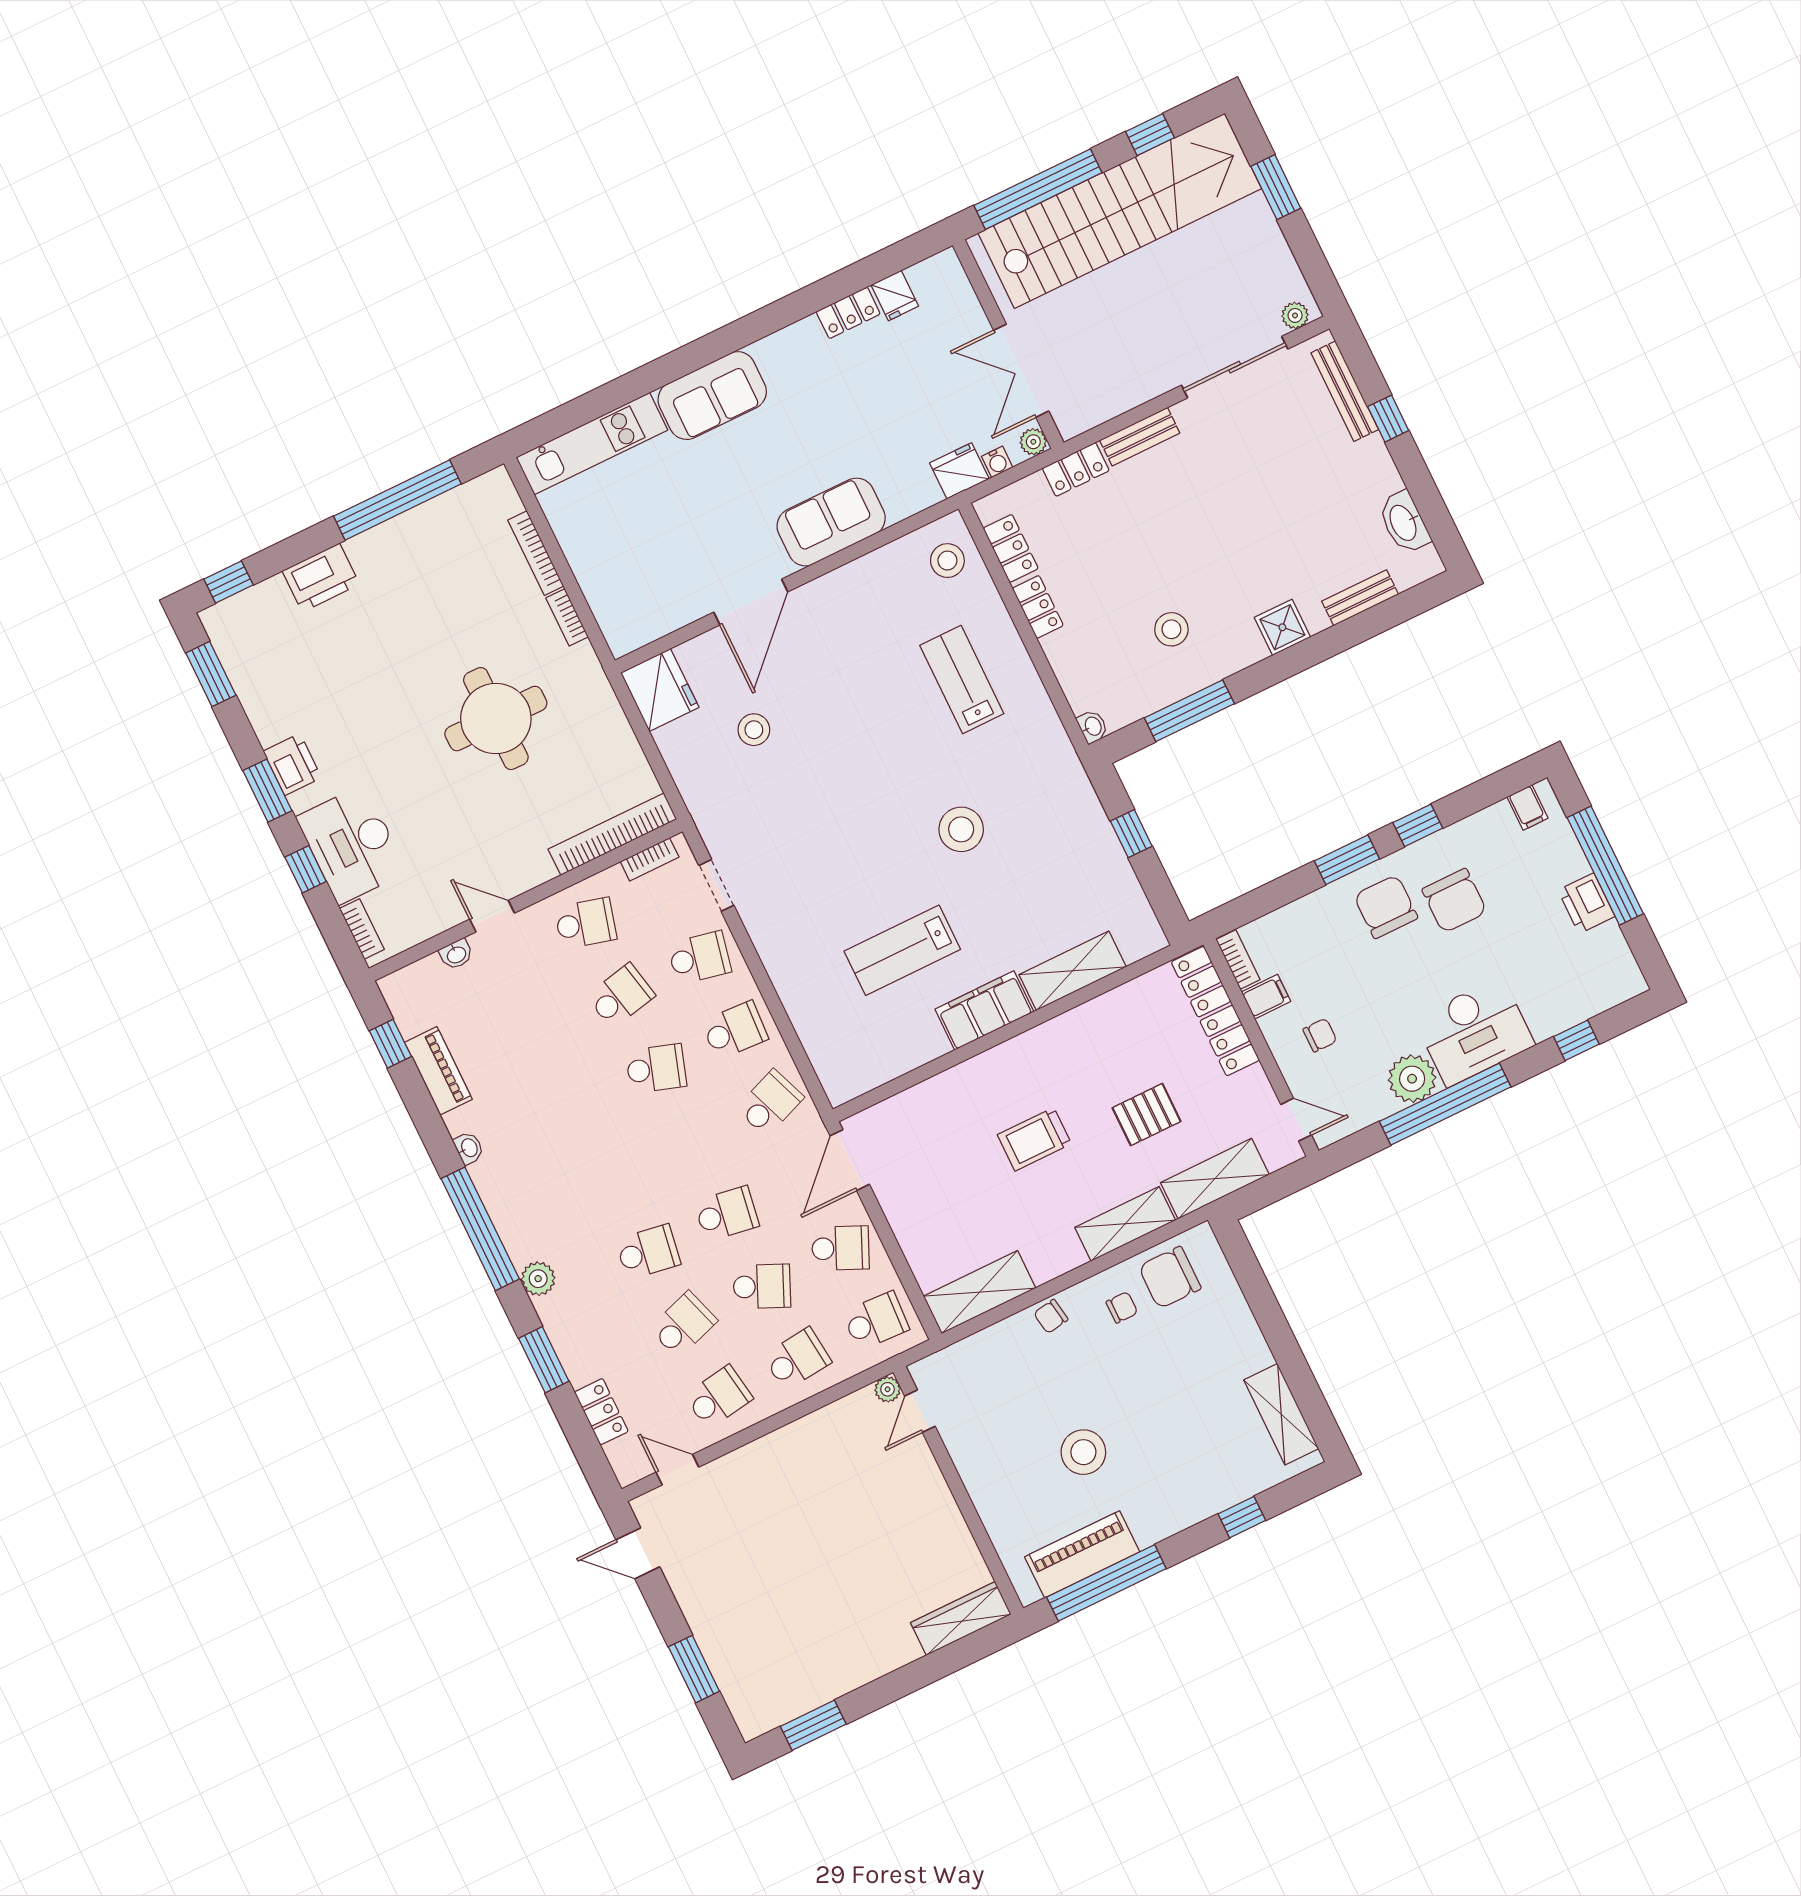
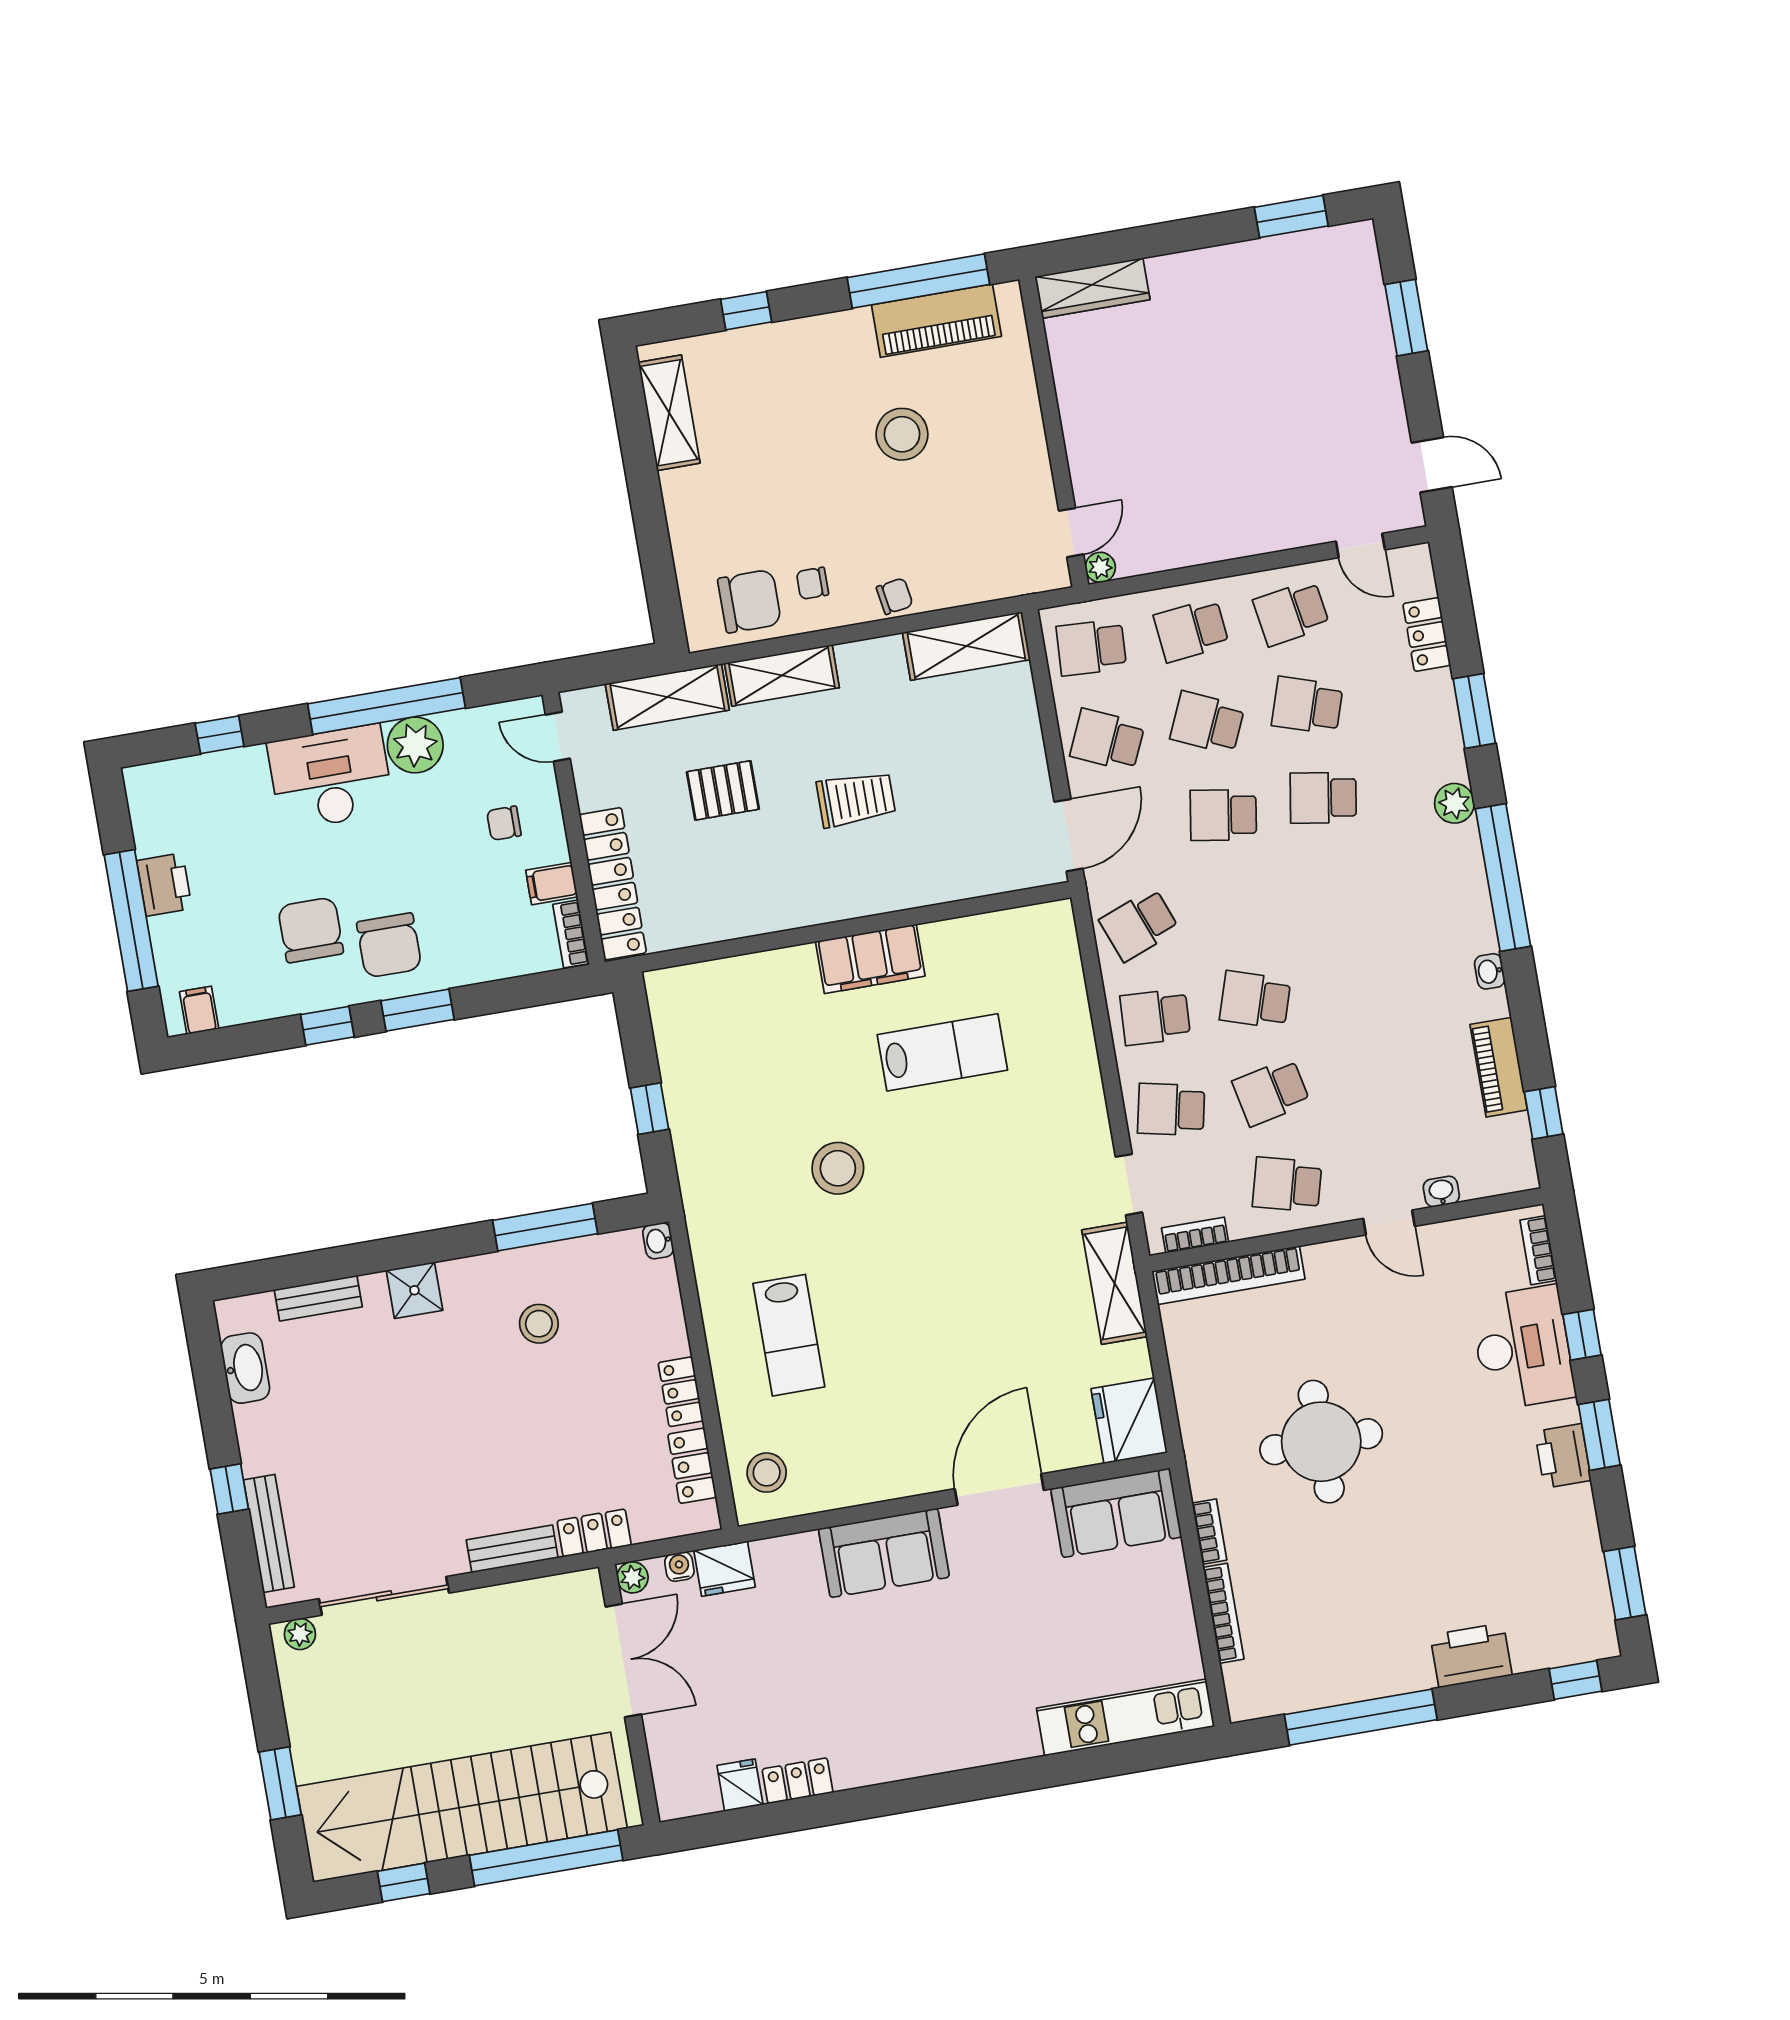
sofa: (712, 396) -> (1116, 1513), moved, turned 180
stool: (754, 730) -> (1037, 1346), removed
shelving: (1073, 971) -> (1115, 1283), moved, turned 90
school desk: (683, 1325) -> (1307, 705), turned 36

